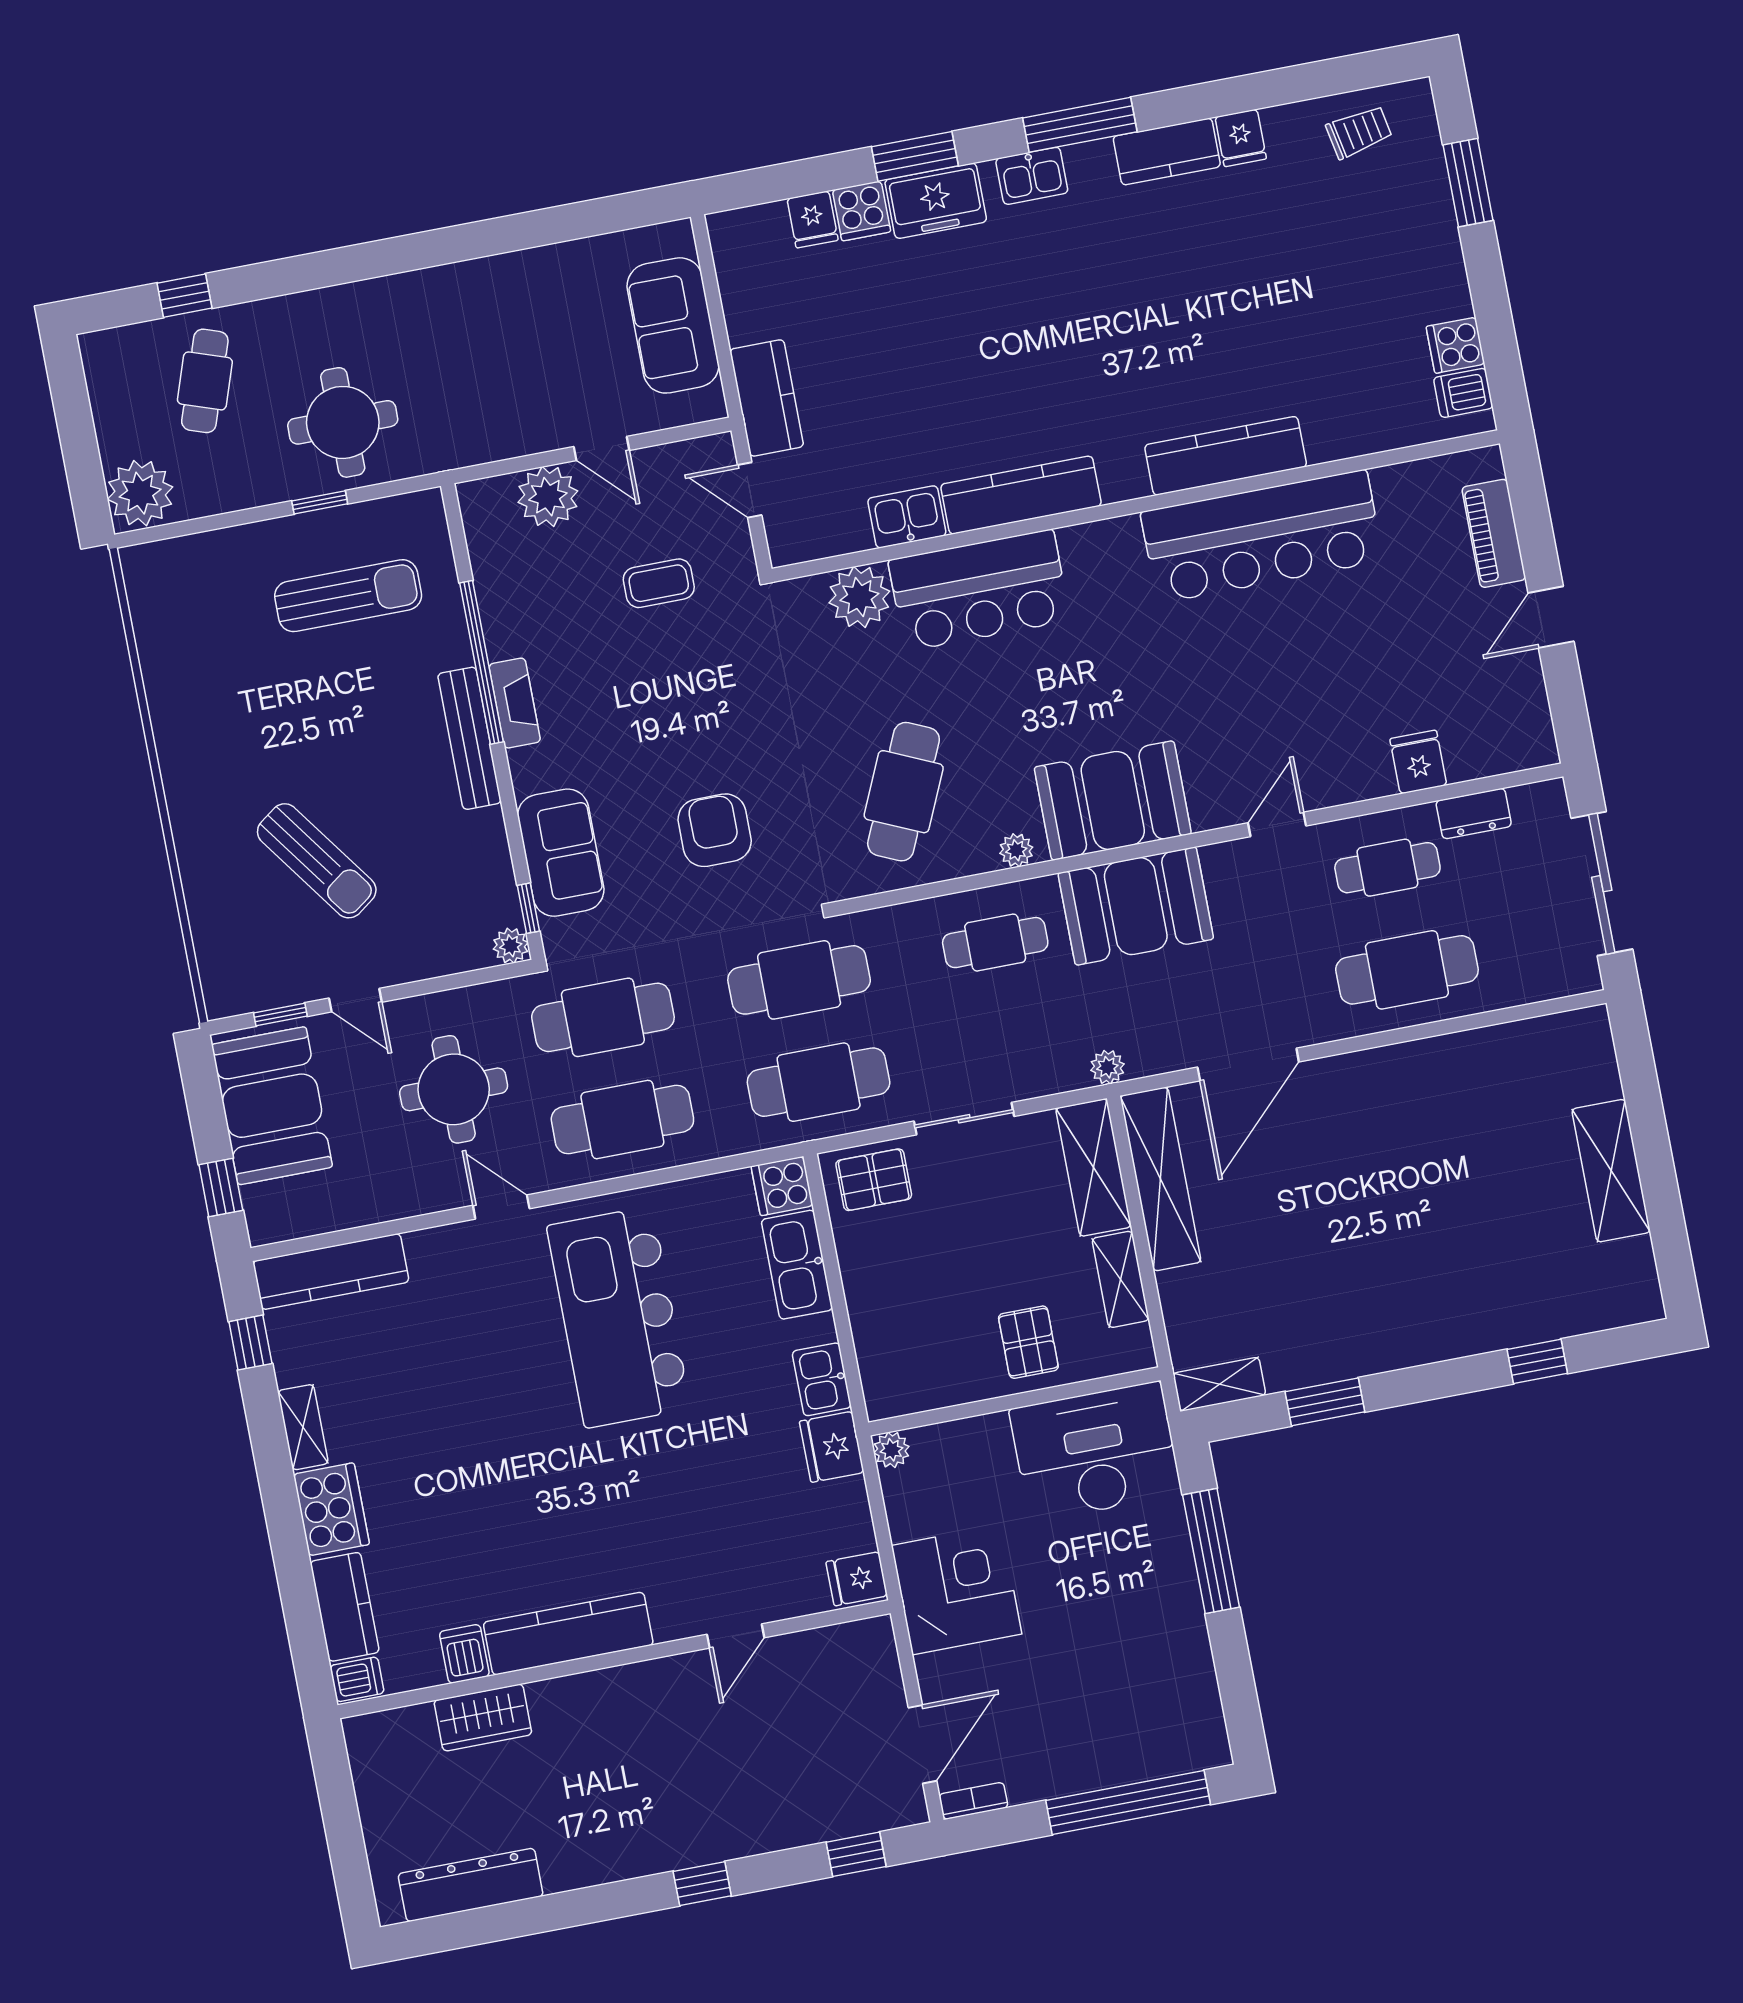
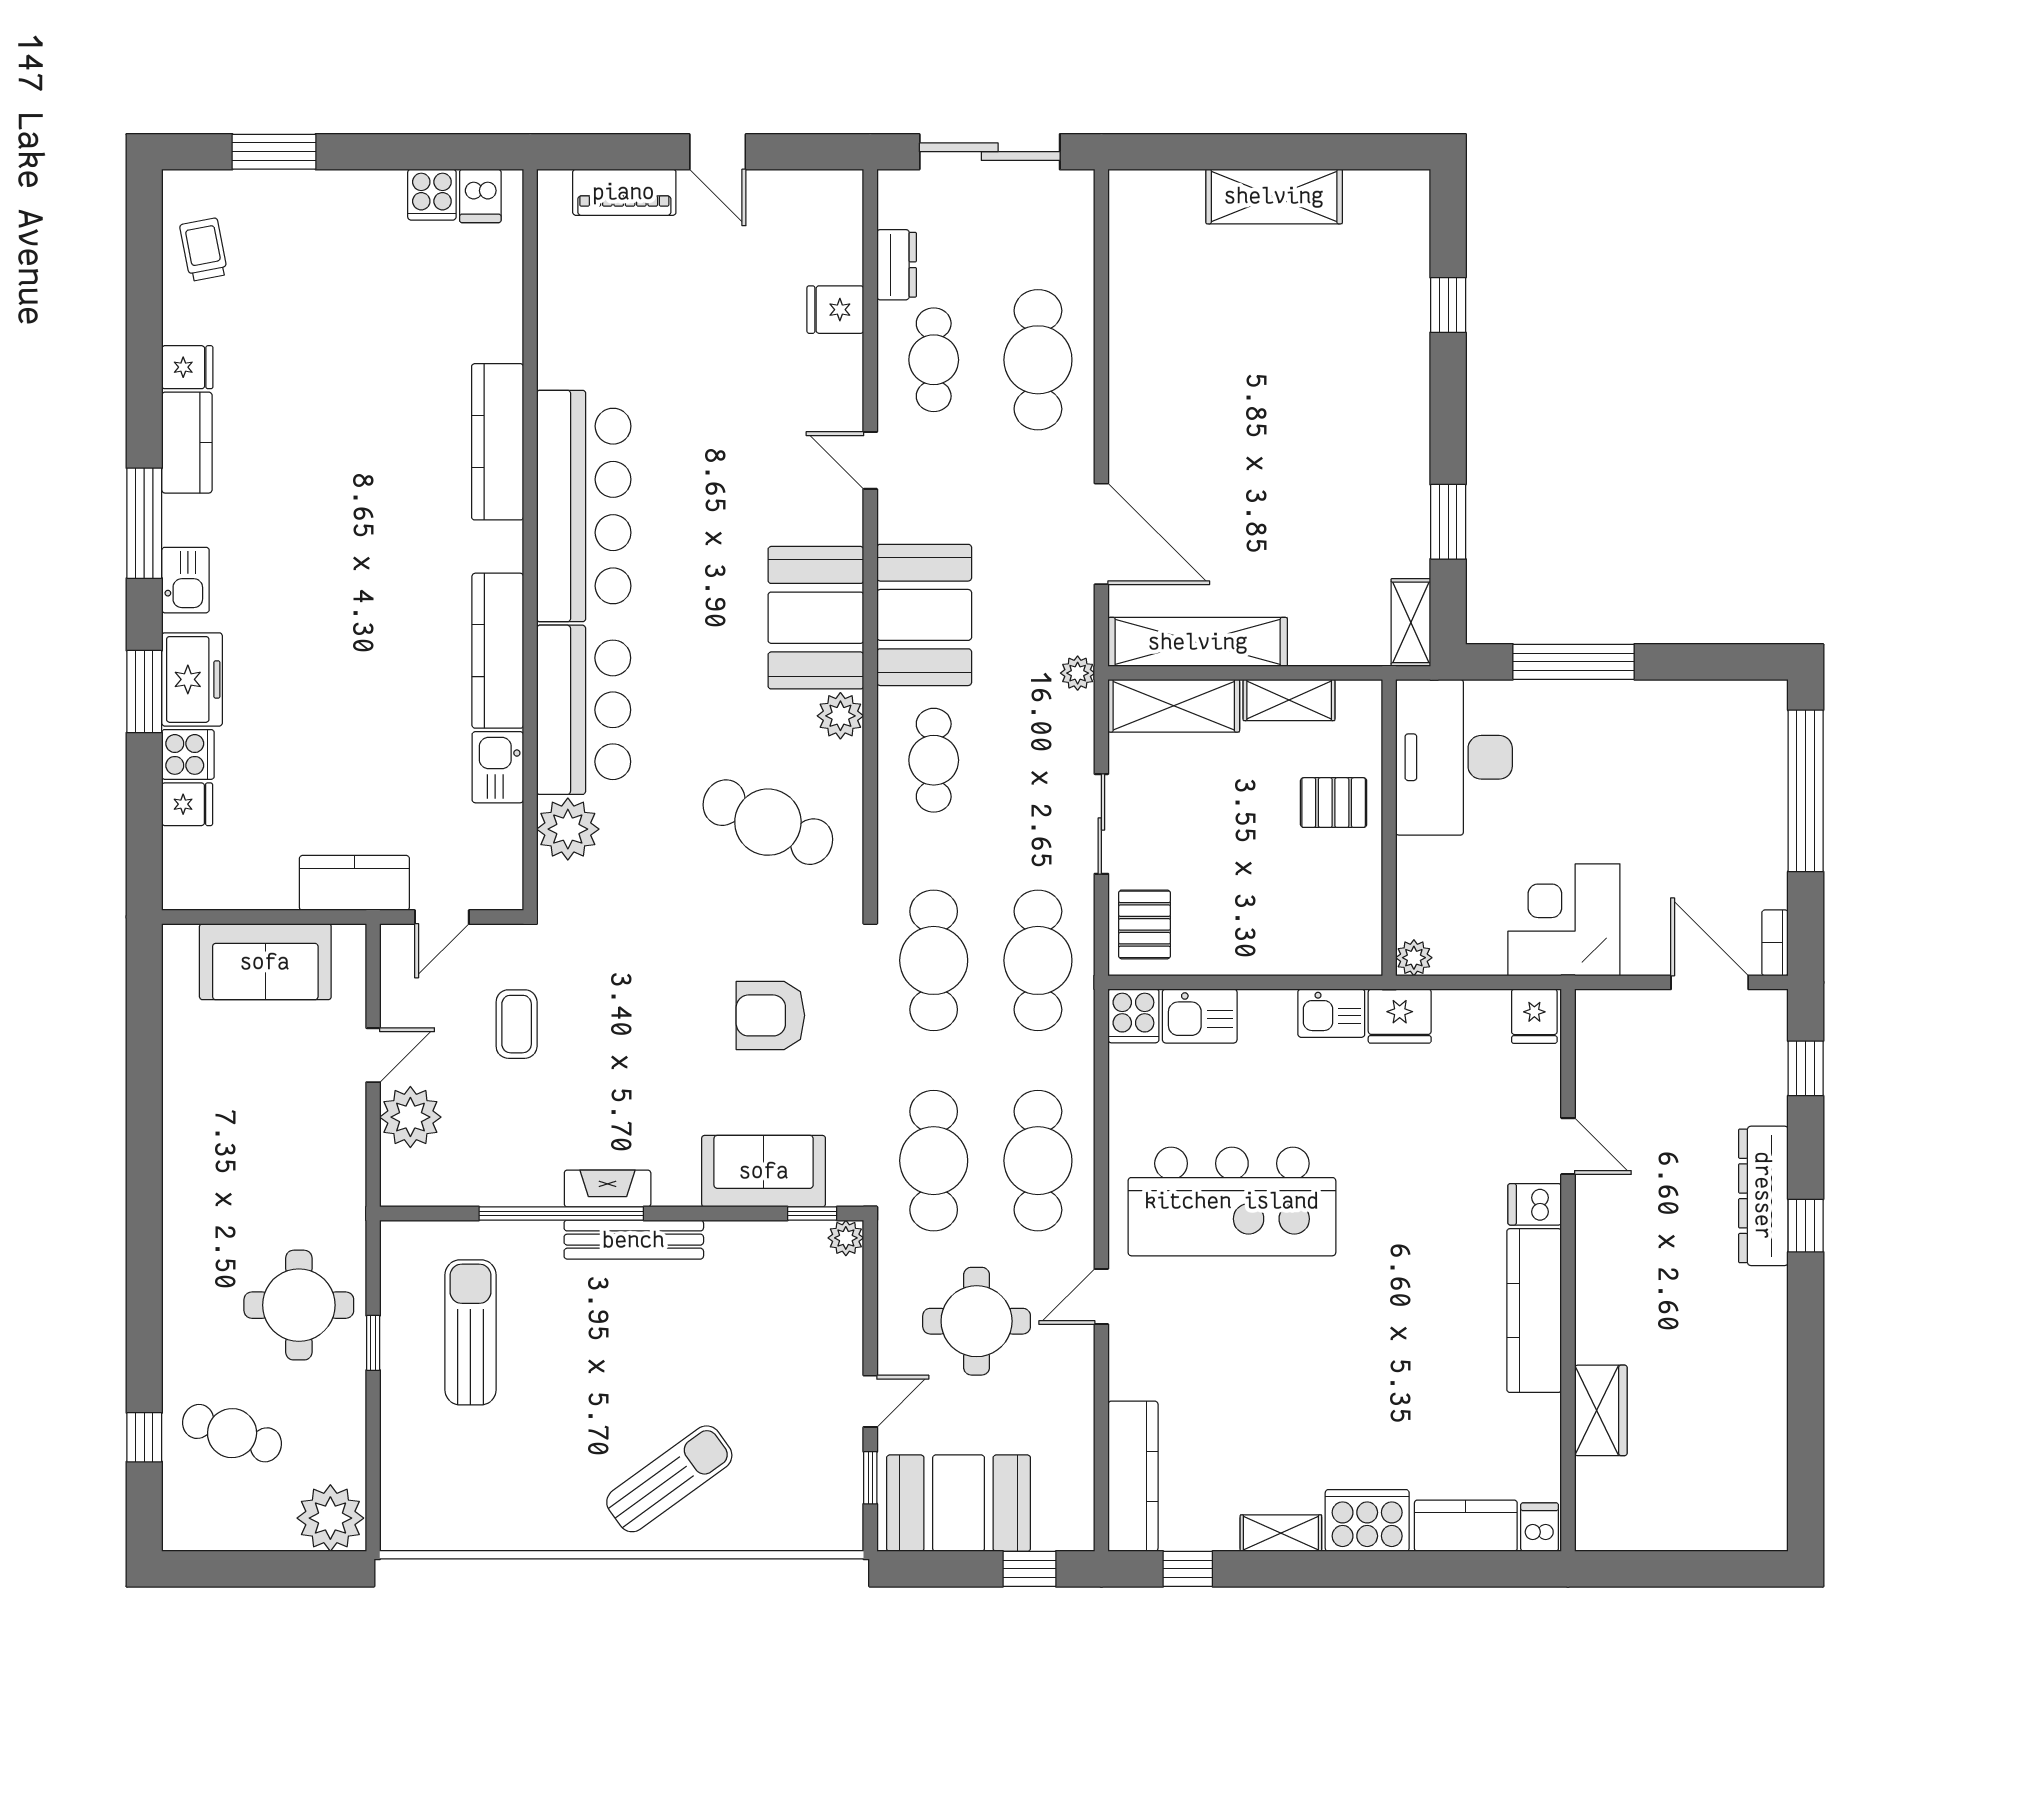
bar counter: (1262, 536) -> (584, 506), moved
plant: (1016, 850) -> (840, 716), width x1.38, depth x1.38
sun lounger: (317, 861) -> (669, 1479), moved
kitchen sink: (797, 1265) -> (1200, 1016), width x0.73
dishwasher: (464, 1654) -> (1535, 1204), moved
dresser: (471, 1885) -> (1763, 1196), moved

